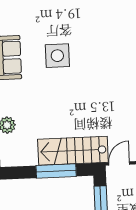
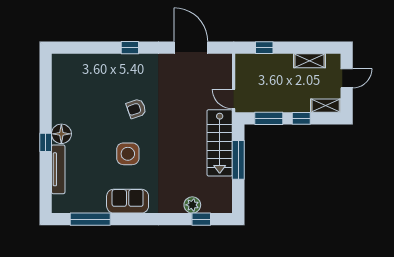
armchair: (105, 62) -> (136, 109), added

